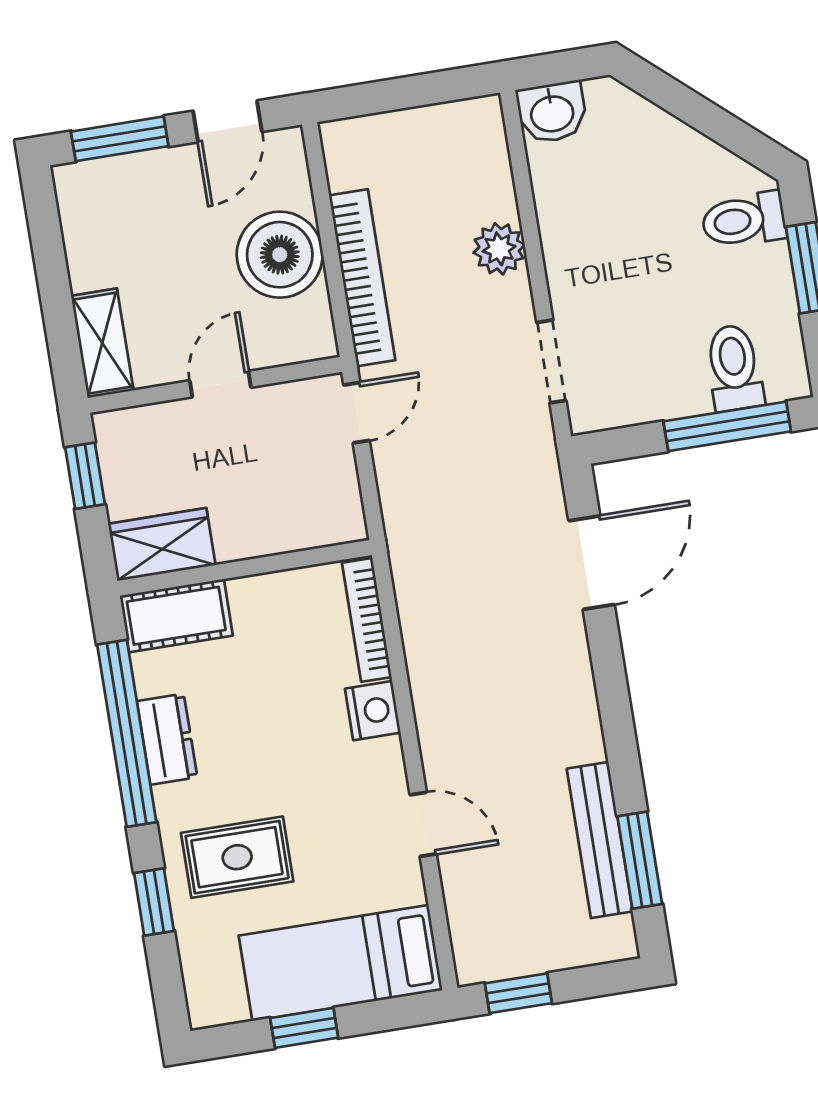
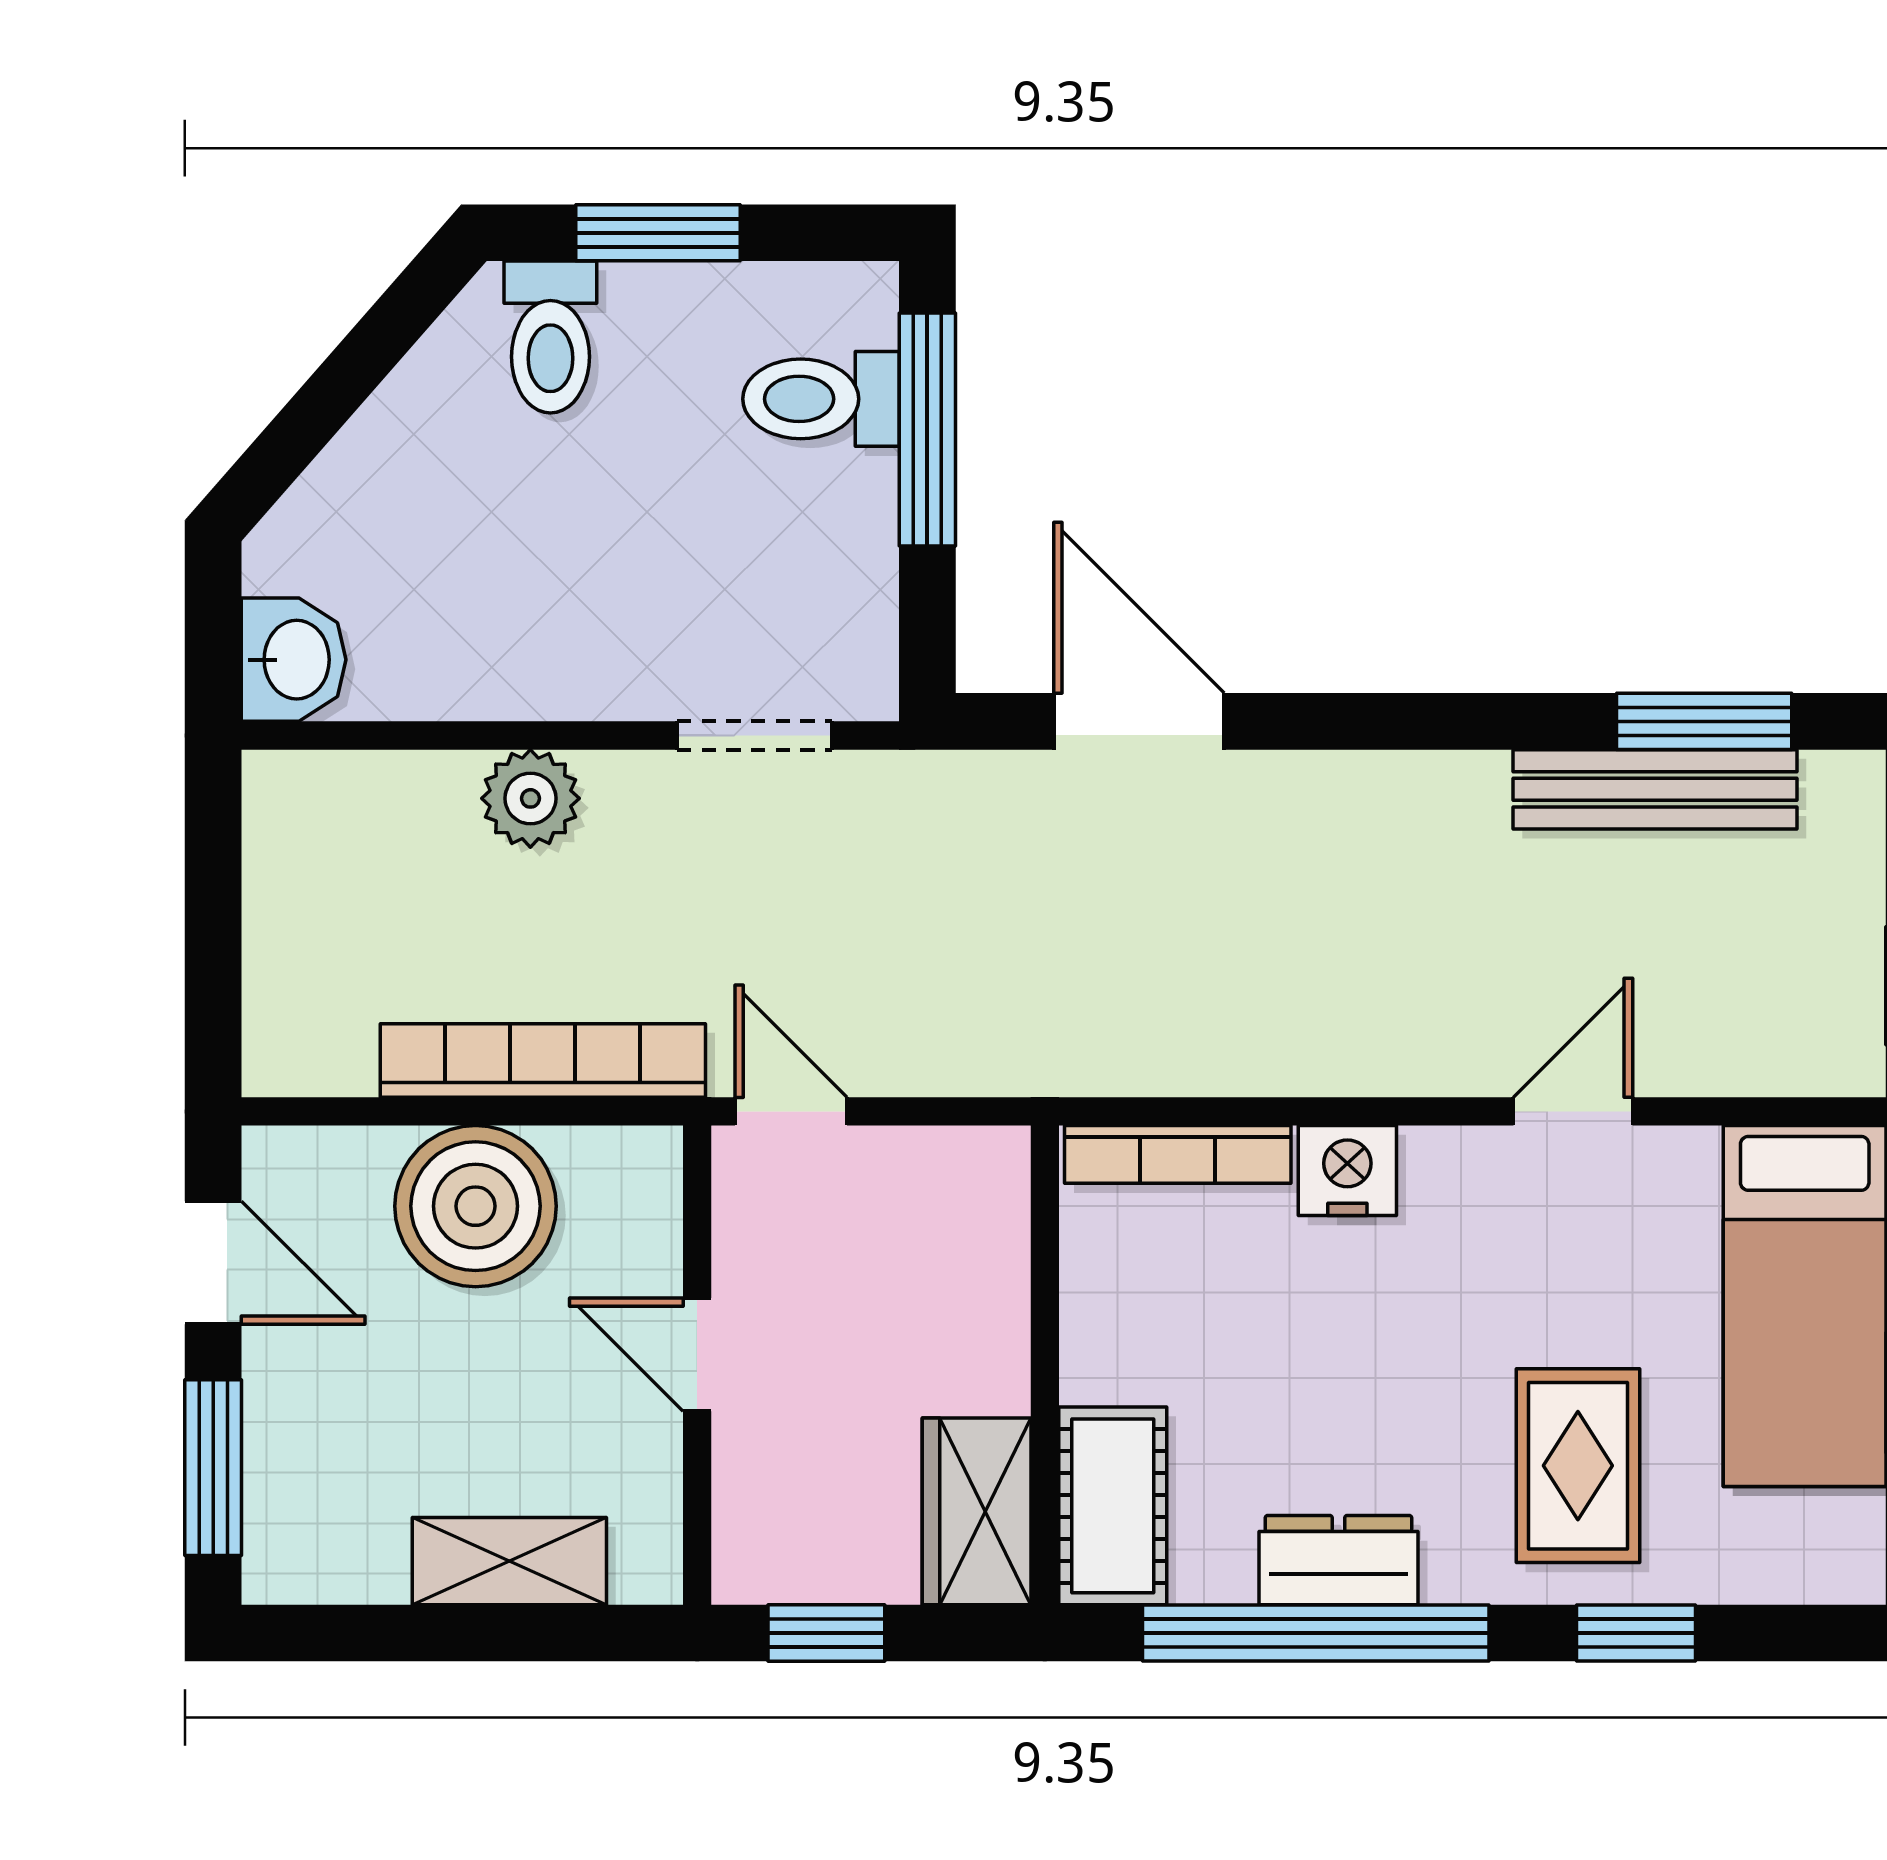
shelving: (102, 343) -> (509, 1561), moved

